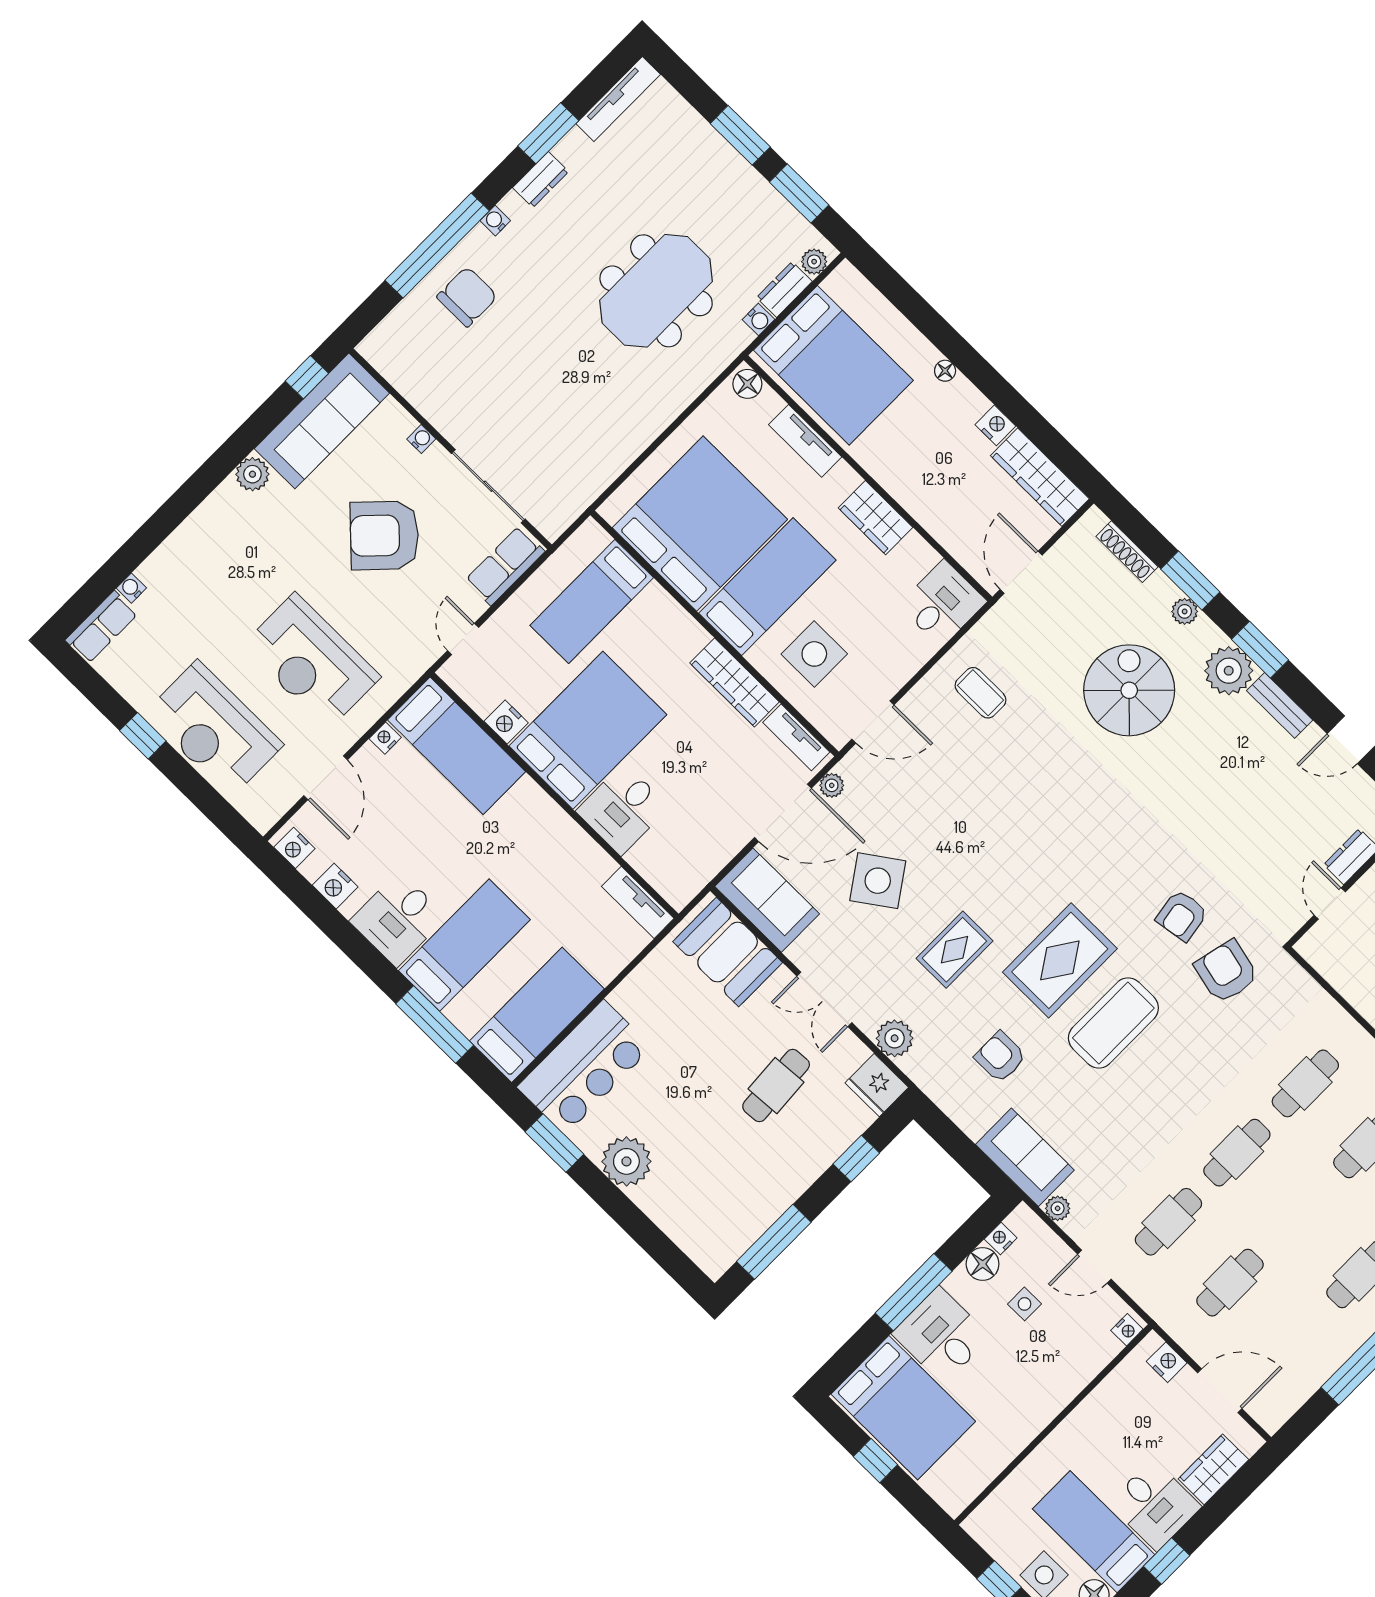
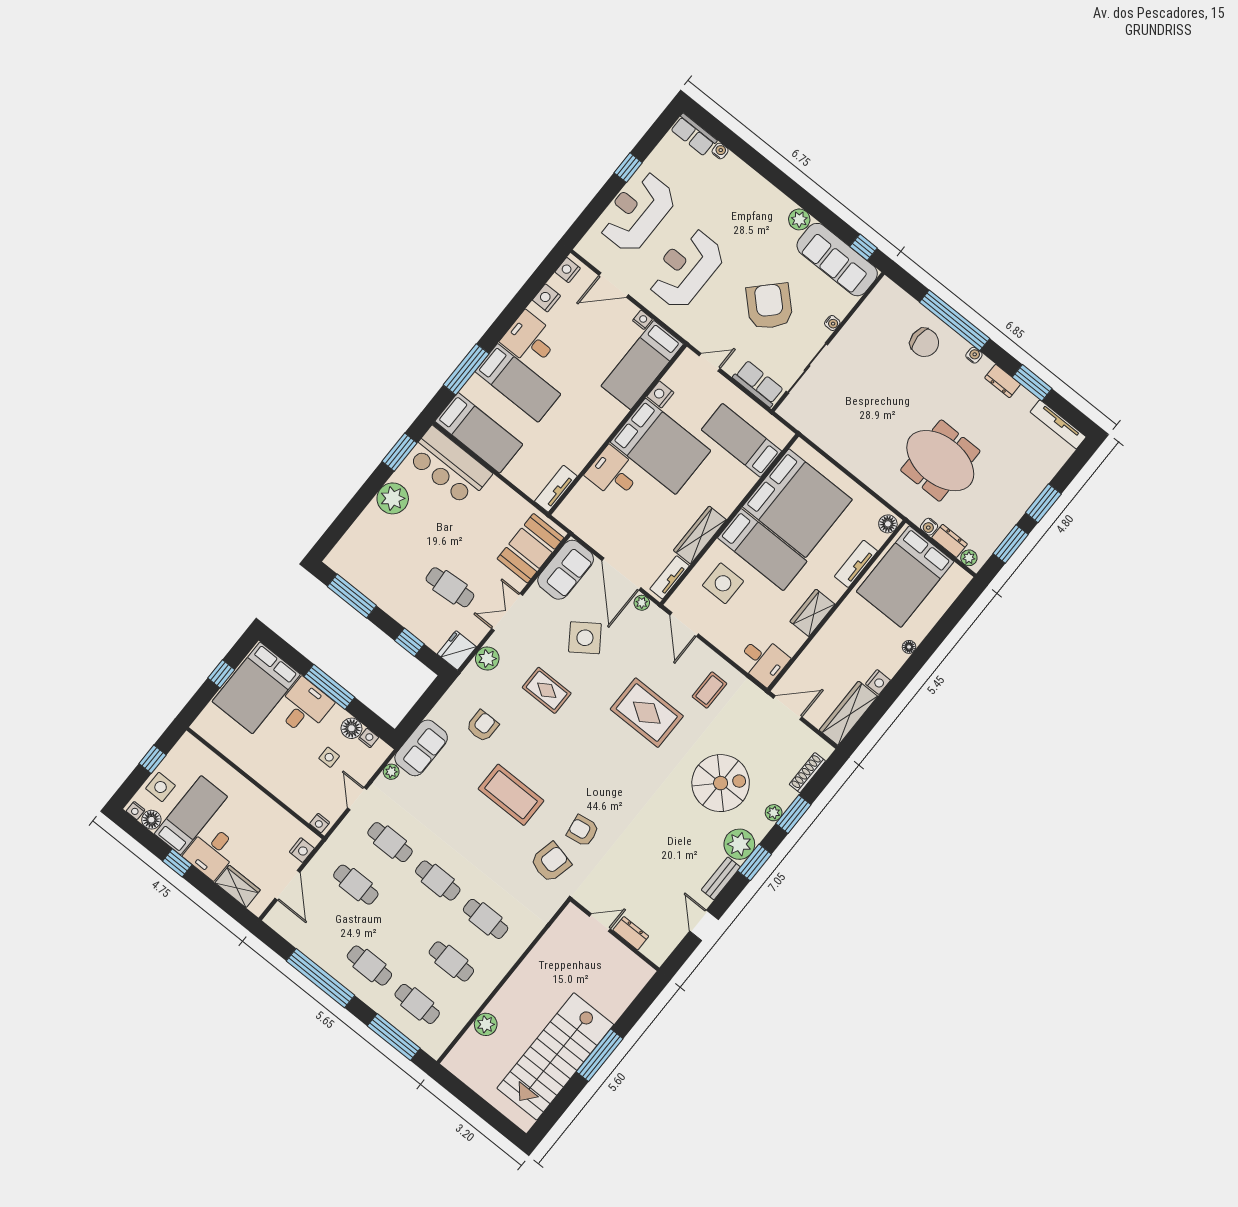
rug: (1060, 960) -> (647, 713), moved

